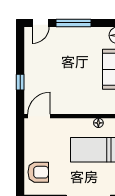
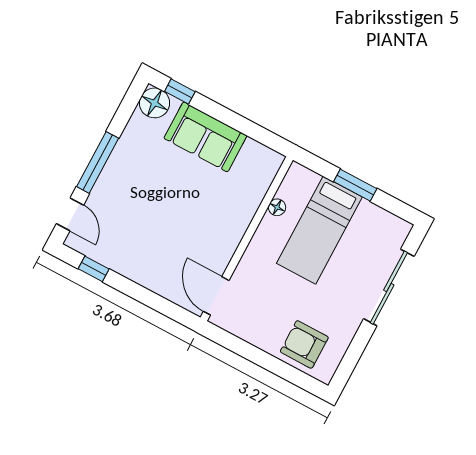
window: (20, 82) -> (94, 269), moved
armchair: (38, 172) -> (304, 344), turned -90

